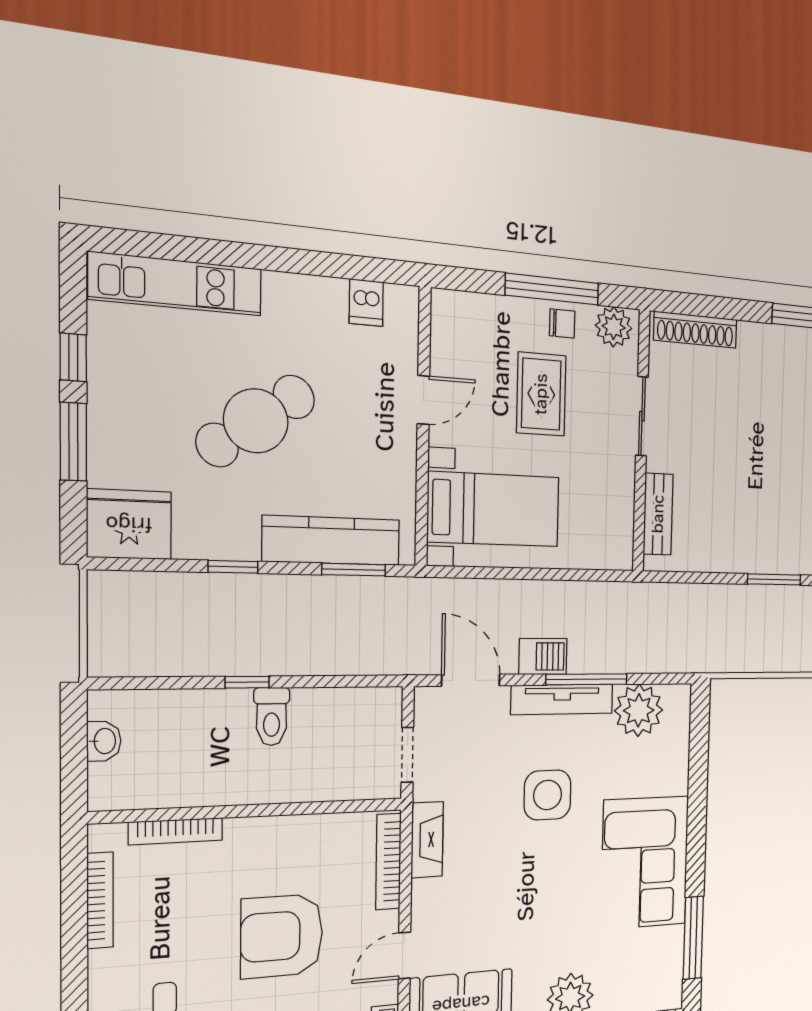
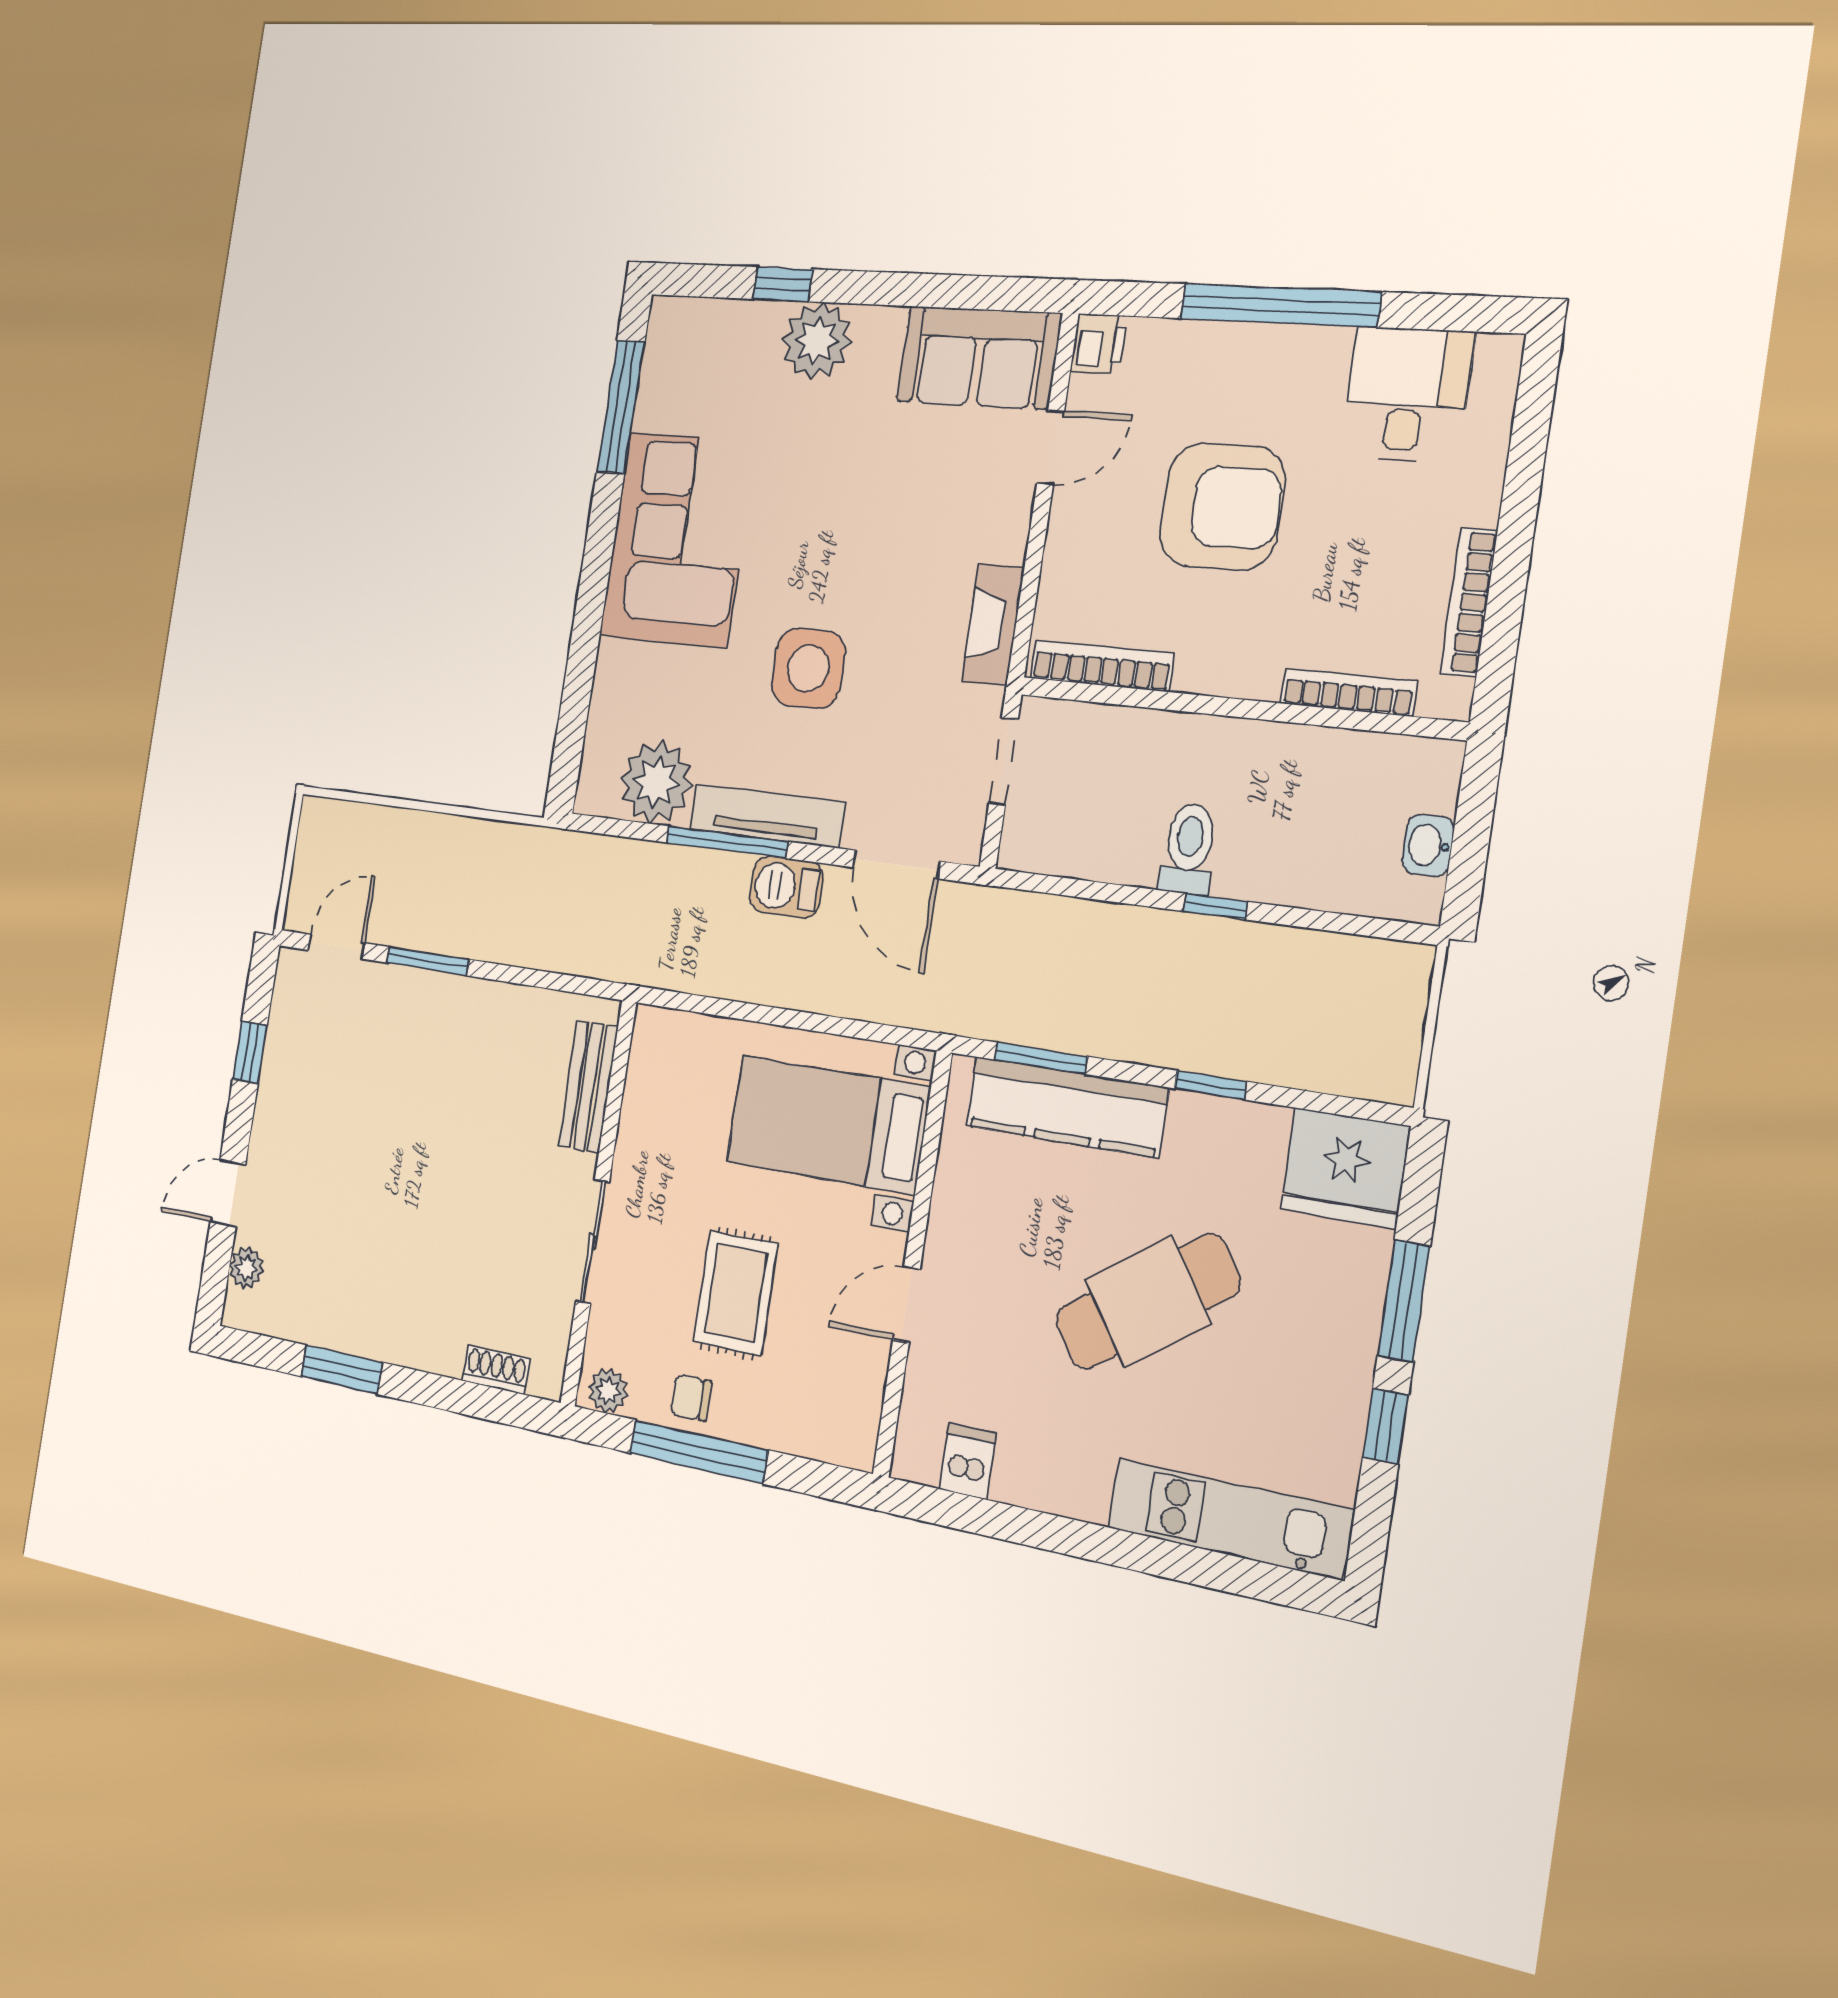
plant: (614, 327) -> (608, 1391), width x0.73, depth x0.73
shoe rack: (695, 330) -> (496, 1370), width x0.51, depth x0.81
bookcase: (388, 862) -> (1102, 666), moved, turned -90

